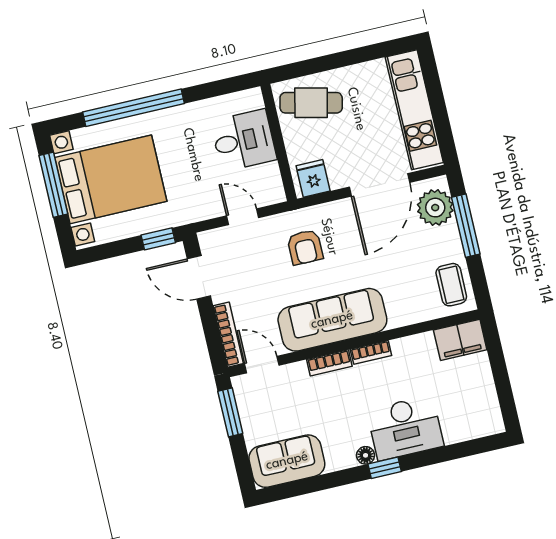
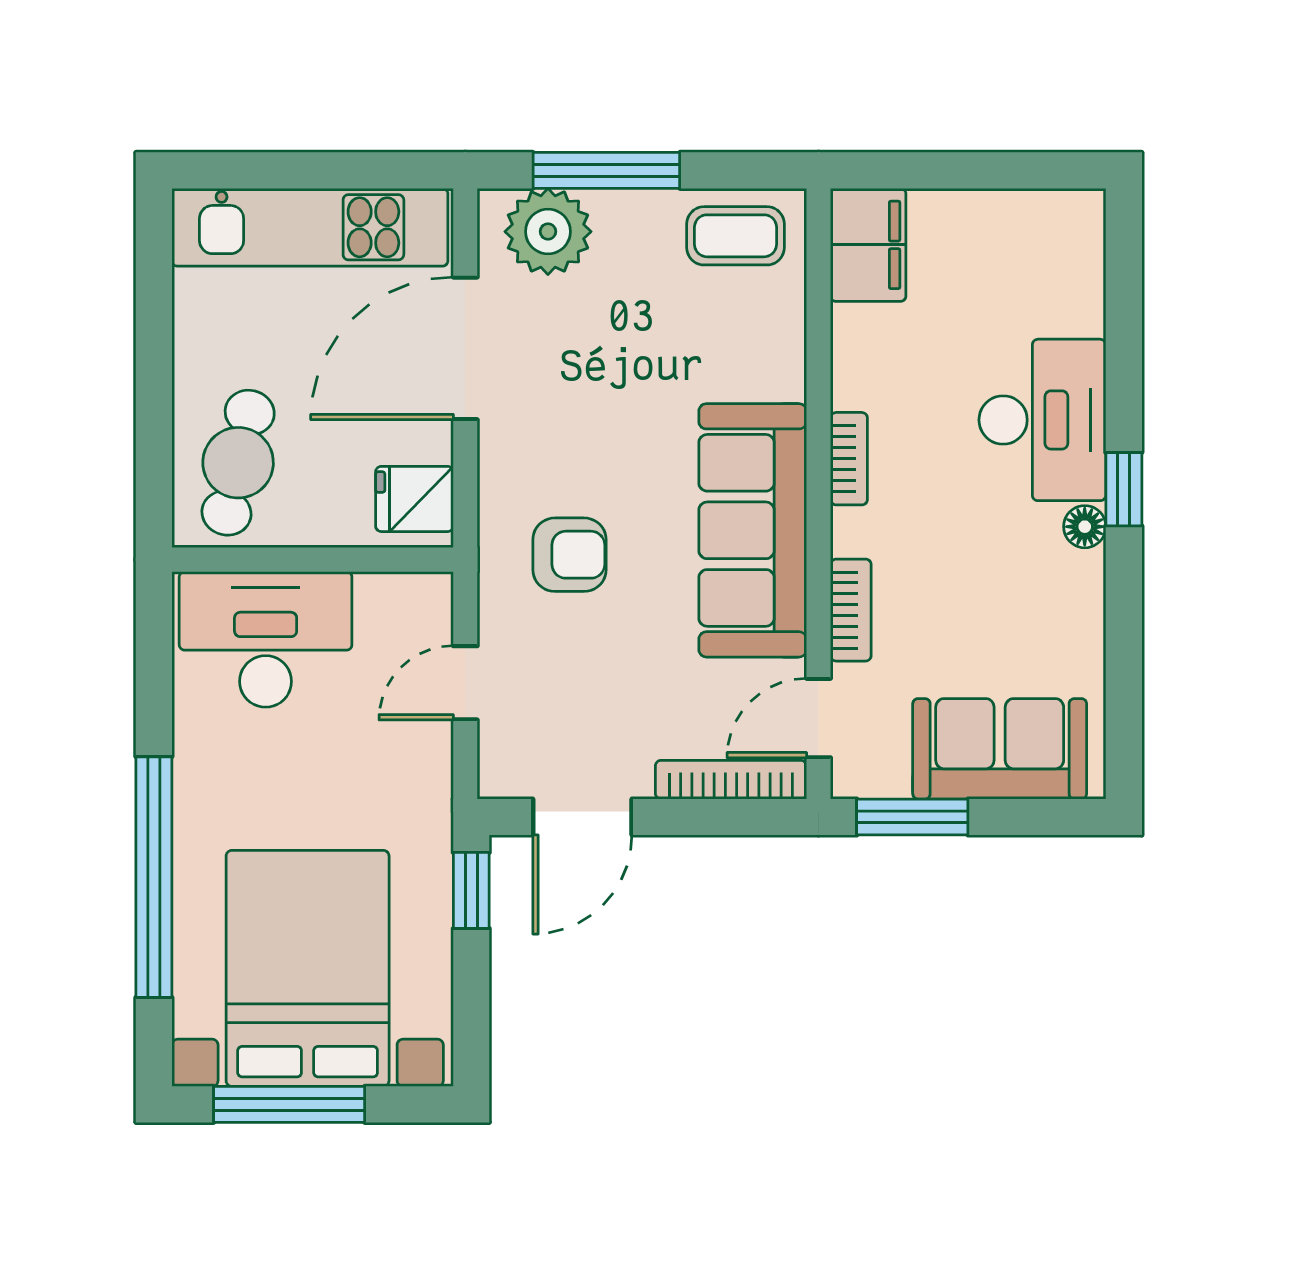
desk: (244, 140) -> (266, 639), width x1.37
door: (380, 185) -> (465, 348), swing flipped
bookcase: (329, 363) -> (851, 610), moved
sofa: (287, 461) -> (1000, 749), moved, turned 90

